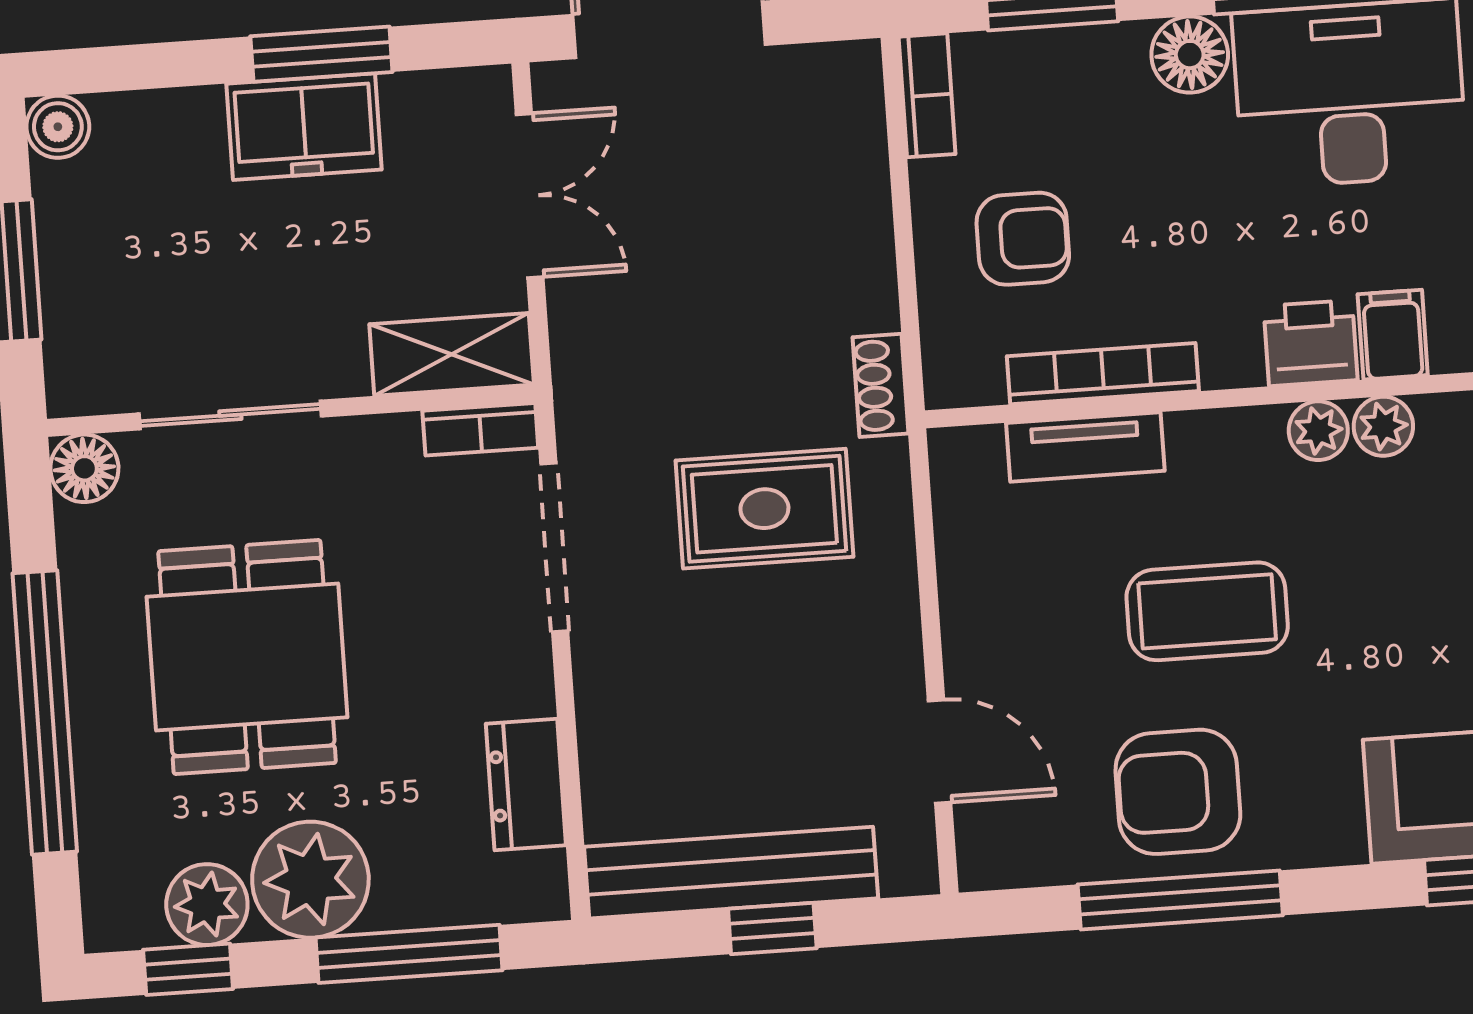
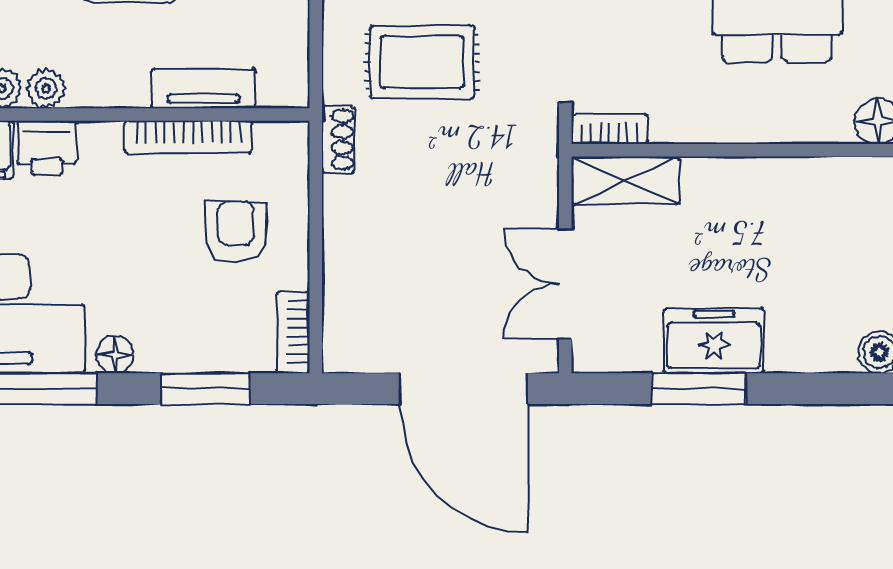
floor lamp: (1190, 55) -> (115, 355), width x0.73, depth x0.73
armchair: (1023, 239) -> (236, 232), turned 90
sliding door: (230, 415) -> (777, 150), removed

